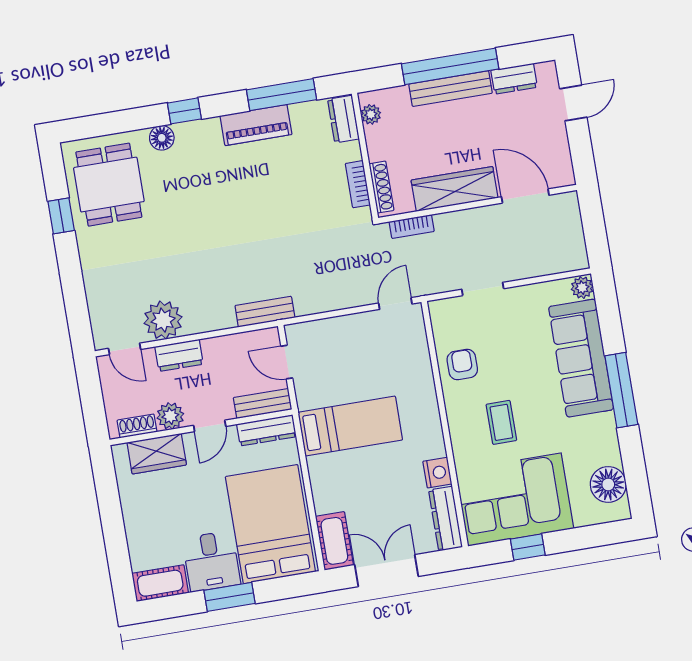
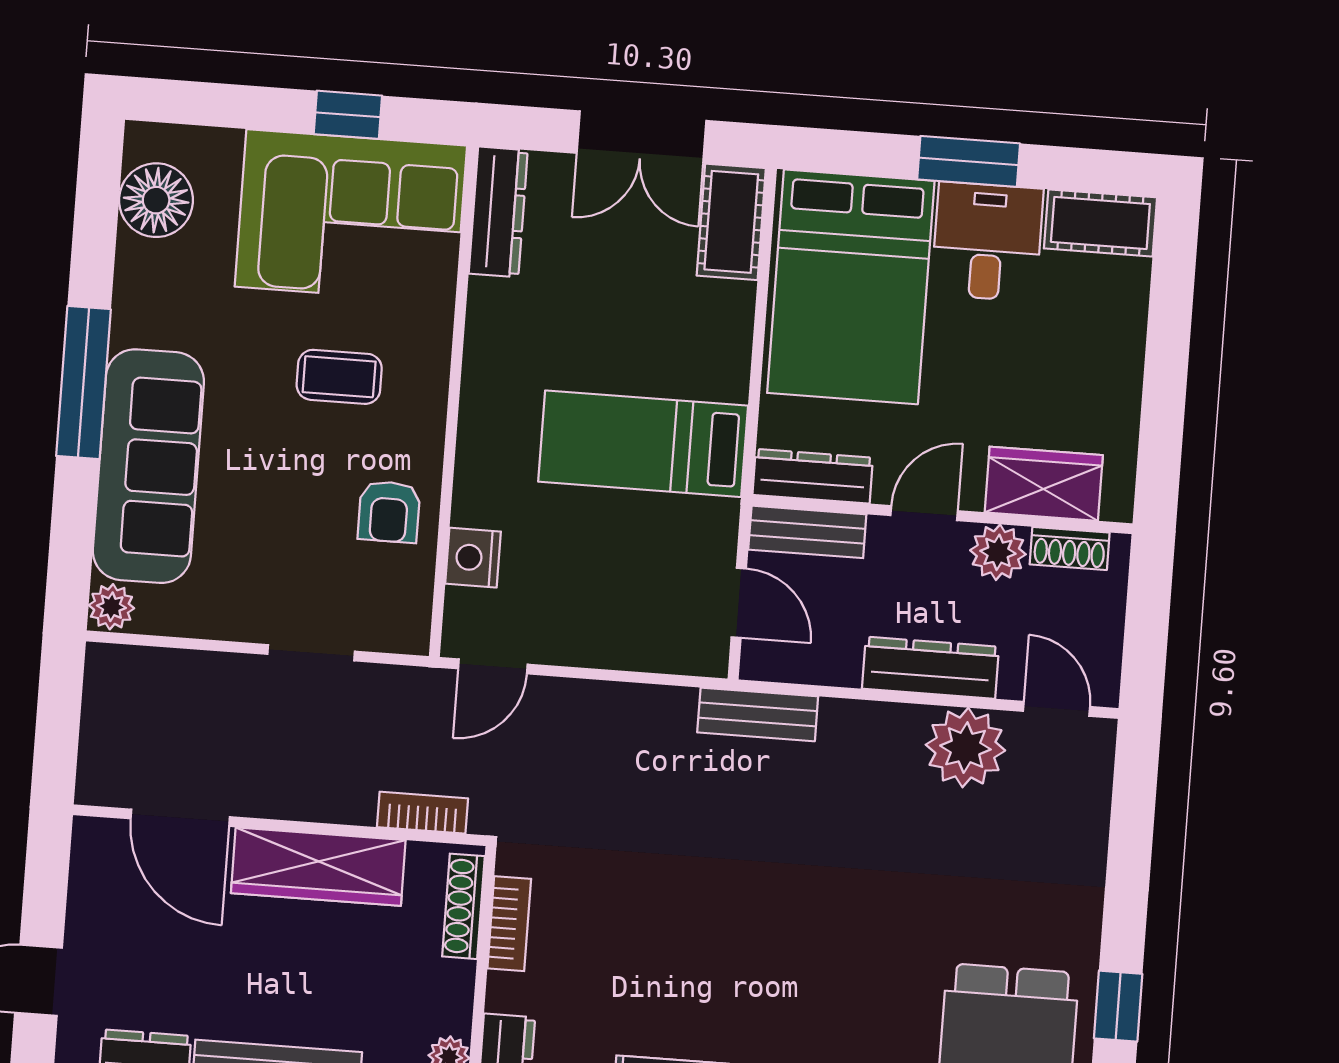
dresser: (179, 355) -> (930, 668), width x1.44
coffee table: (501, 422) -> (339, 377), turned 90
nightstand: (437, 473) -> (473, 558), moved

